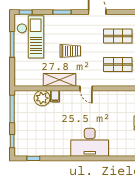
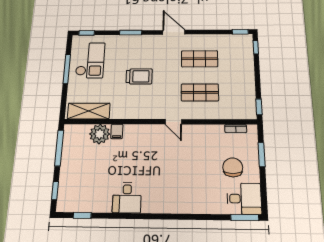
checkout: (30, 37) -> (90, 60), width x0.73, depth x0.83
shelving: (59, 80) -> (89, 111), moved
door: (86, 88) -> (173, 122), moved
desk: (90, 142) -> (127, 198), moved, width x0.53, depth x0.77

